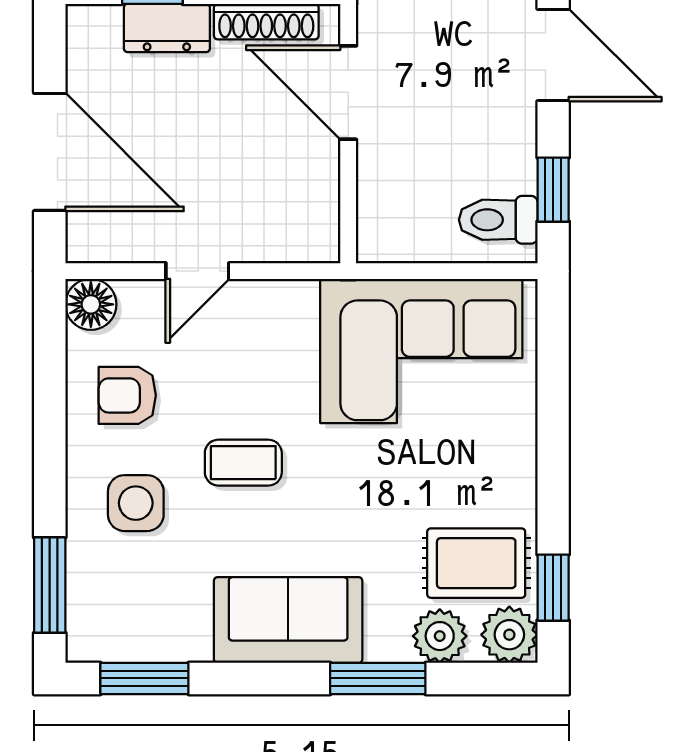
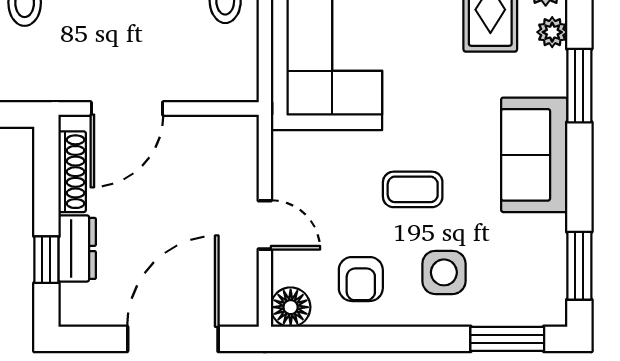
coffee table: (243, 463) -> (413, 189), turned 90
plant: (440, 636) -> (552, 32), width x0.73, depth x0.73

